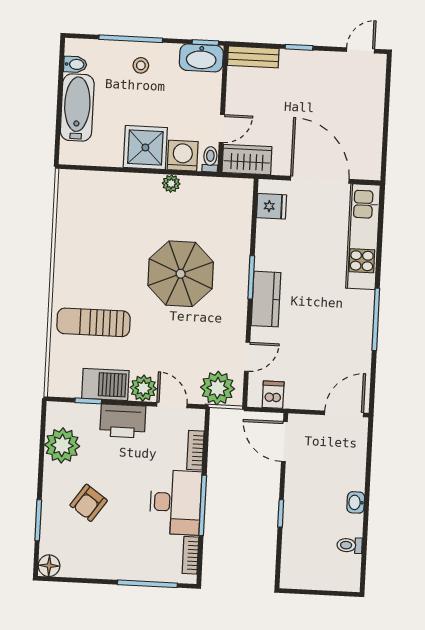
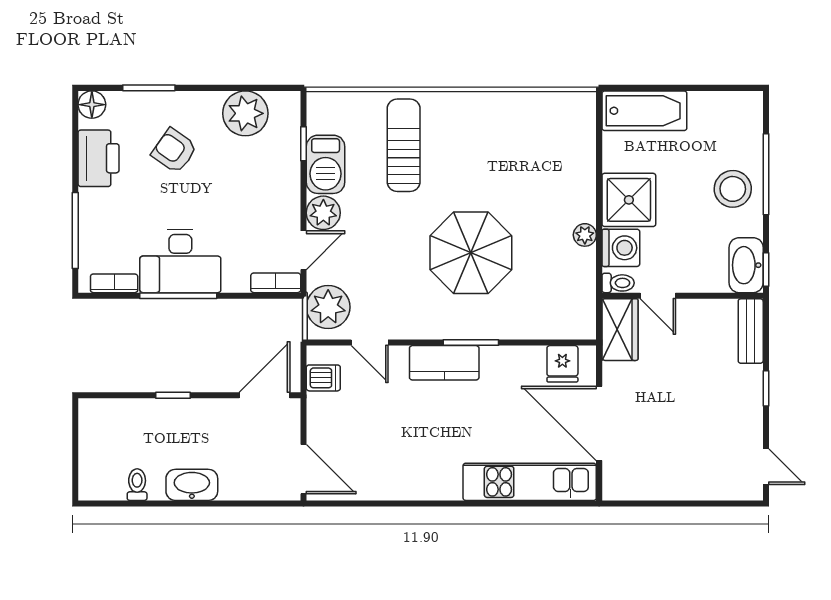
bidet: (75, 64) -> (730, 105), removed
stool: (141, 65) -> (733, 189), width x1.89, depth x1.89
bathtub: (77, 108) -> (644, 111), moved
door: (320, 180) -> (599, 423), swing flipped
window: (376, 319) -> (426, 504), removed
printer: (123, 421) -> (98, 158), moved, turned 180
bookcase: (195, 450) -> (276, 283), moved
washbasin: (356, 502) -> (192, 485), width x1.91, depth x1.45

